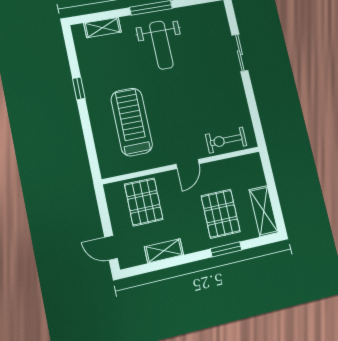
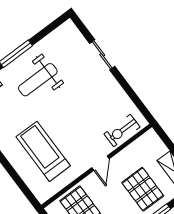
weight bench: (161, 45) -> (38, 80), turned 90

